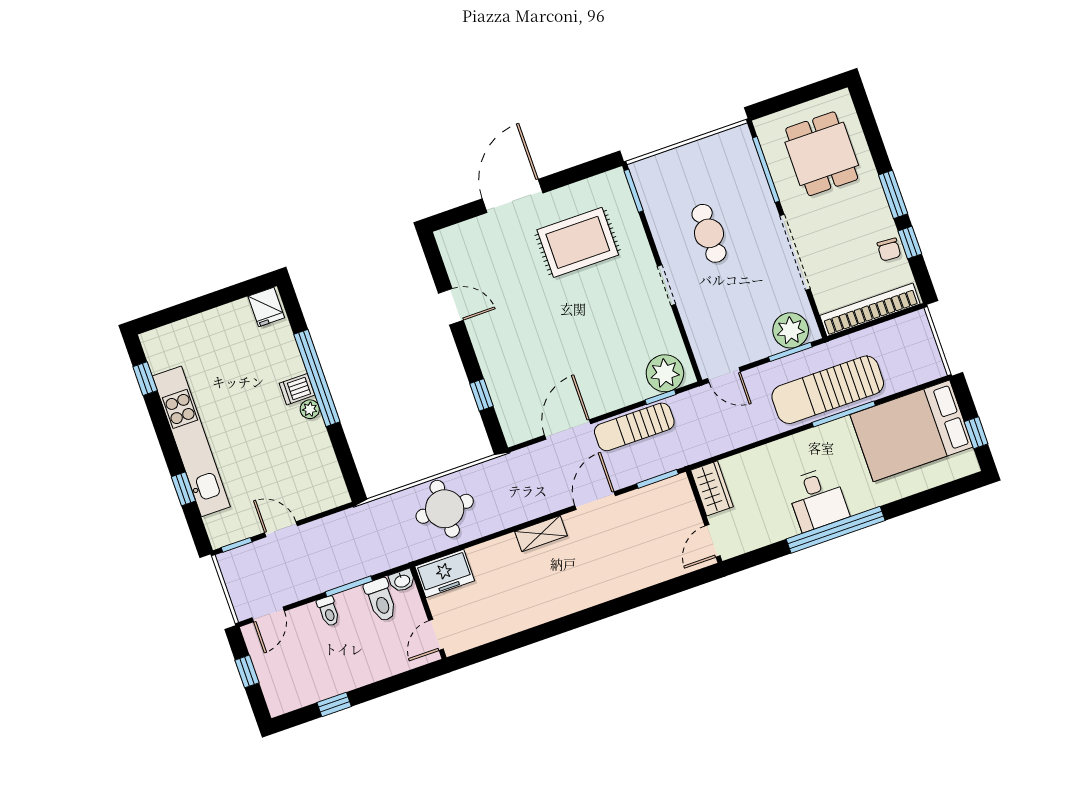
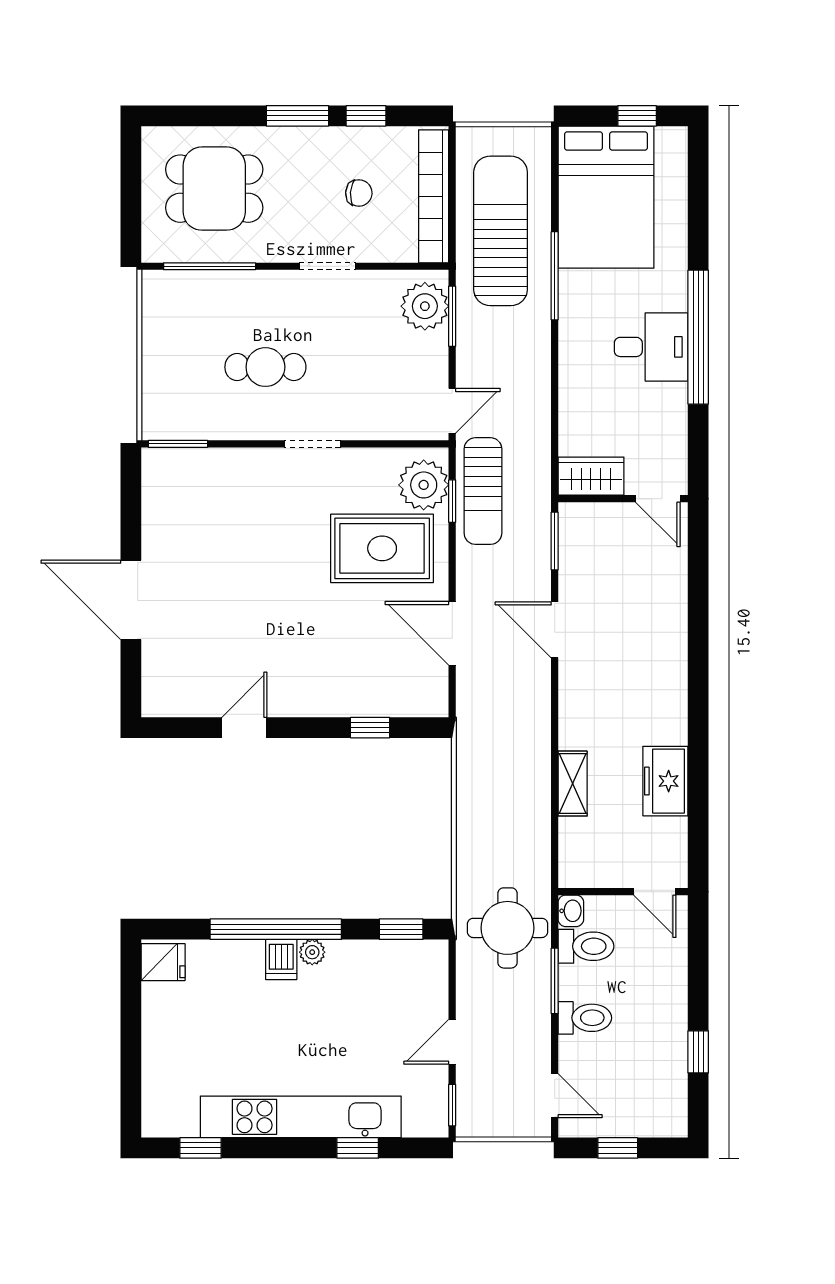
rug: (578, 242) -> (382, 548), moved, turned 90
chair: (889, 250) -> (359, 193), moved
doorway: (795, 252) -> (328, 266), width x0.53
sun lounger: (828, 390) -> (501, 231), moved, turned 180
sun lounger: (634, 427) -> (483, 491), moved
window: (348, 466) -> (401, 929), added
round table: (445, 509) -> (508, 928), moved
shelving: (541, 534) -> (573, 784), moved
freezer: (445, 573) -> (665, 781), moved, turned 180
toilet: (328, 611) -> (585, 1018), width x1.37, depth x1.39

